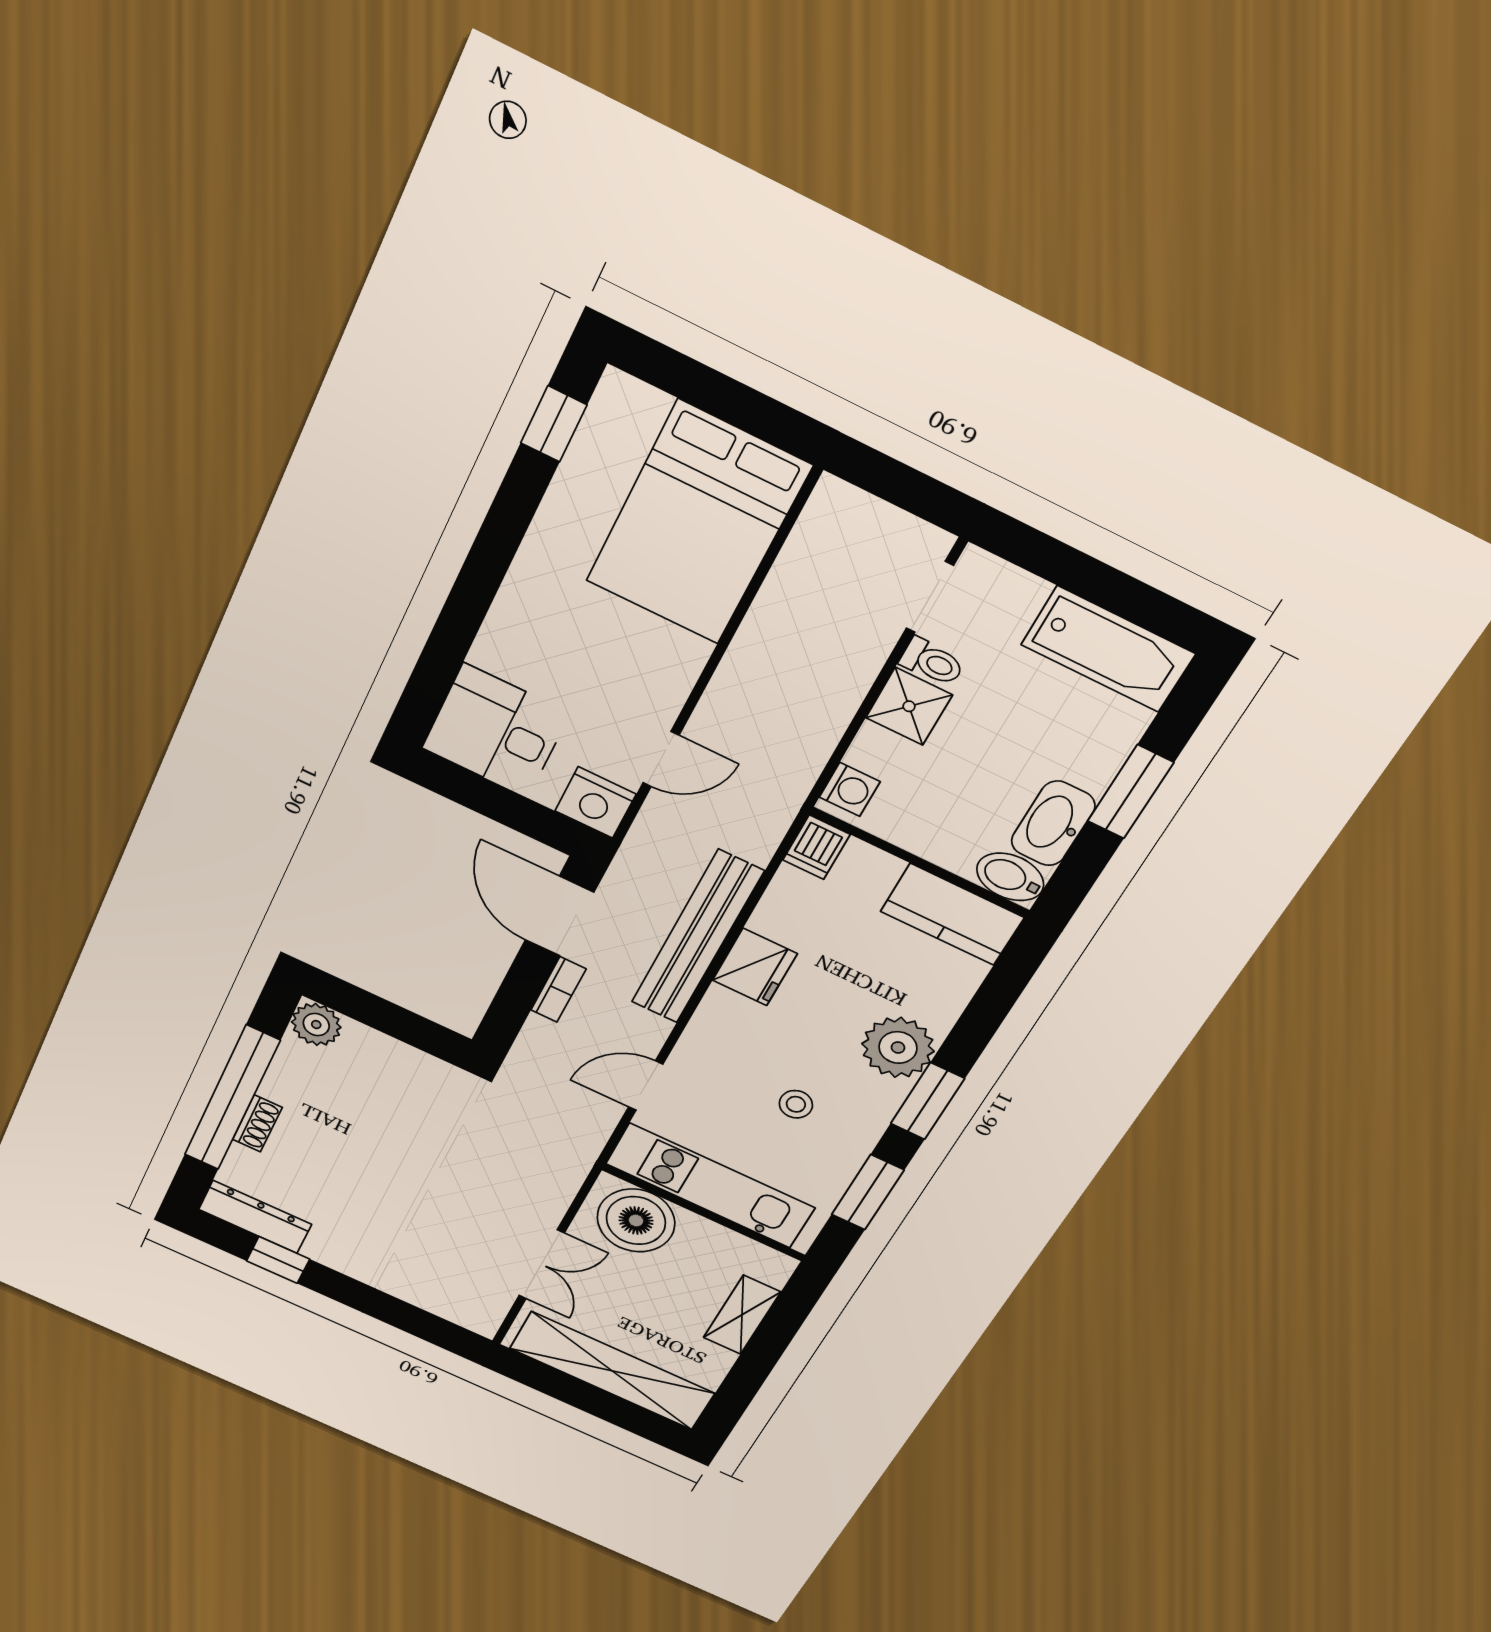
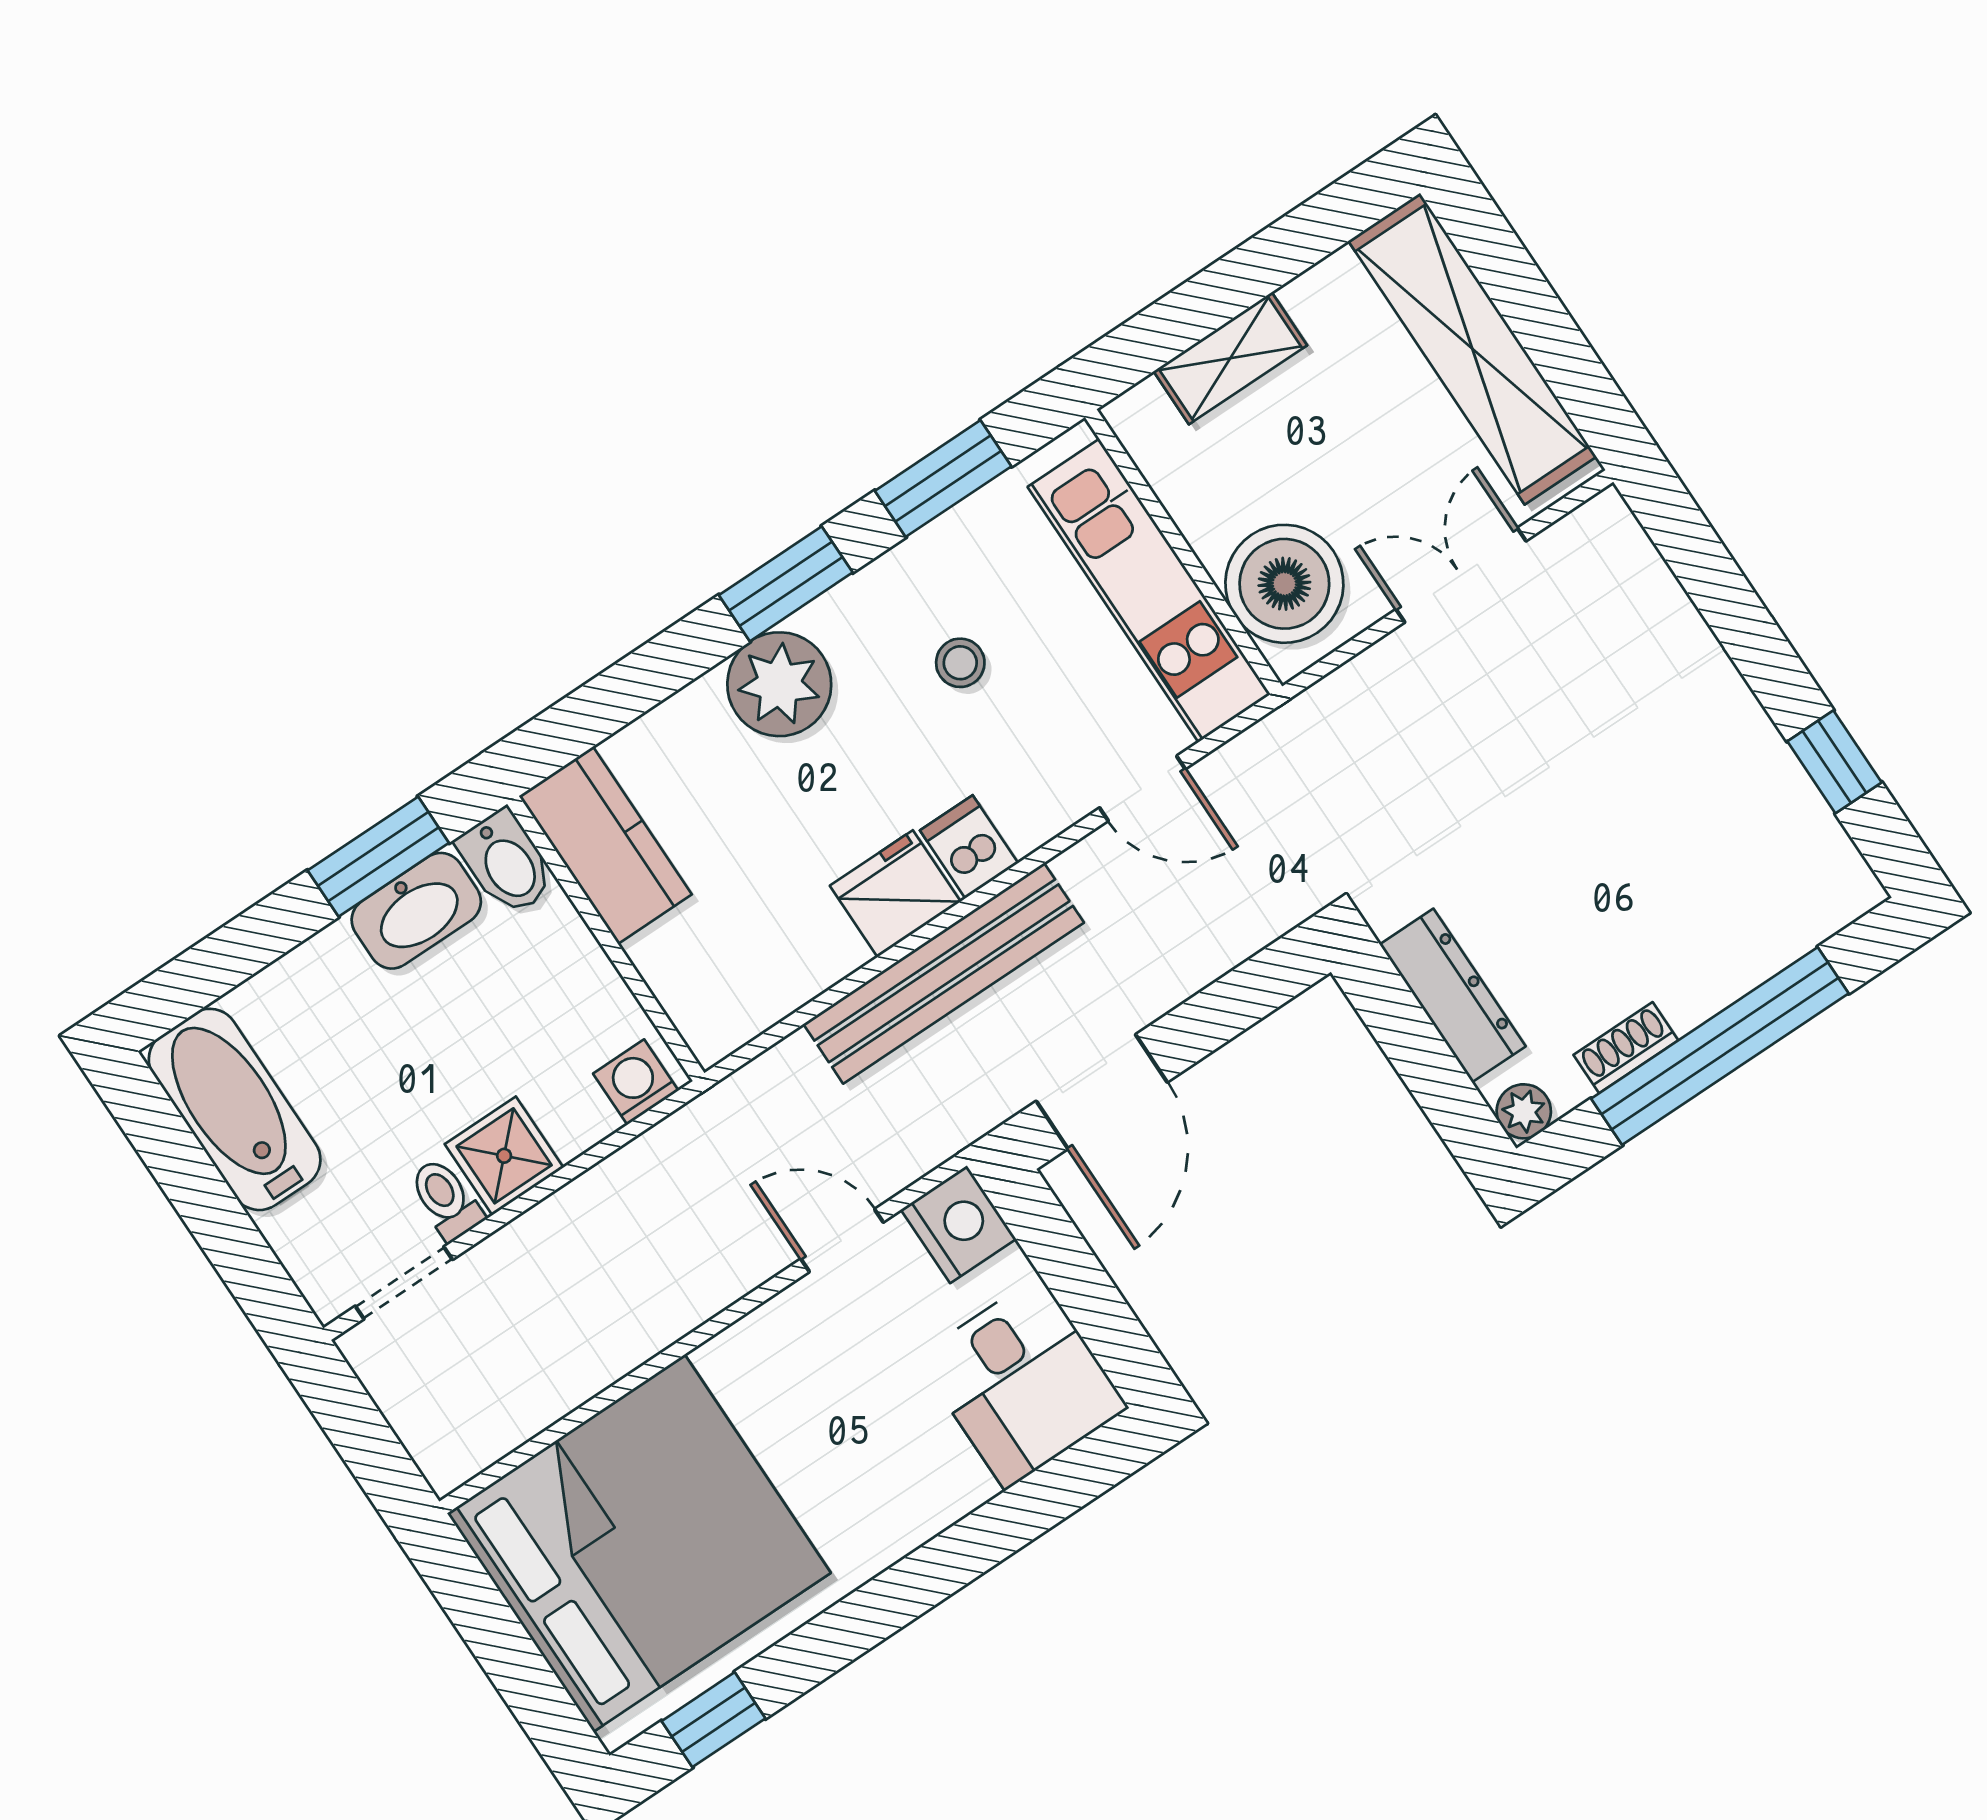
bed: (698, 524) -> (639, 1543), width x1.36
window: (1131, 792) -> (378, 857), moved
dishwasher: (816, 847) -> (969, 847), moved, turned -90
bookcase: (558, 989) -> (1169, 988), removed
plant: (316, 1025) -> (1524, 1111), width x0.73, depth x0.73
shoe rack: (257, 1123) -> (1626, 1048), moved
dresser: (255, 1217) -> (1453, 995), moved, turned 180

